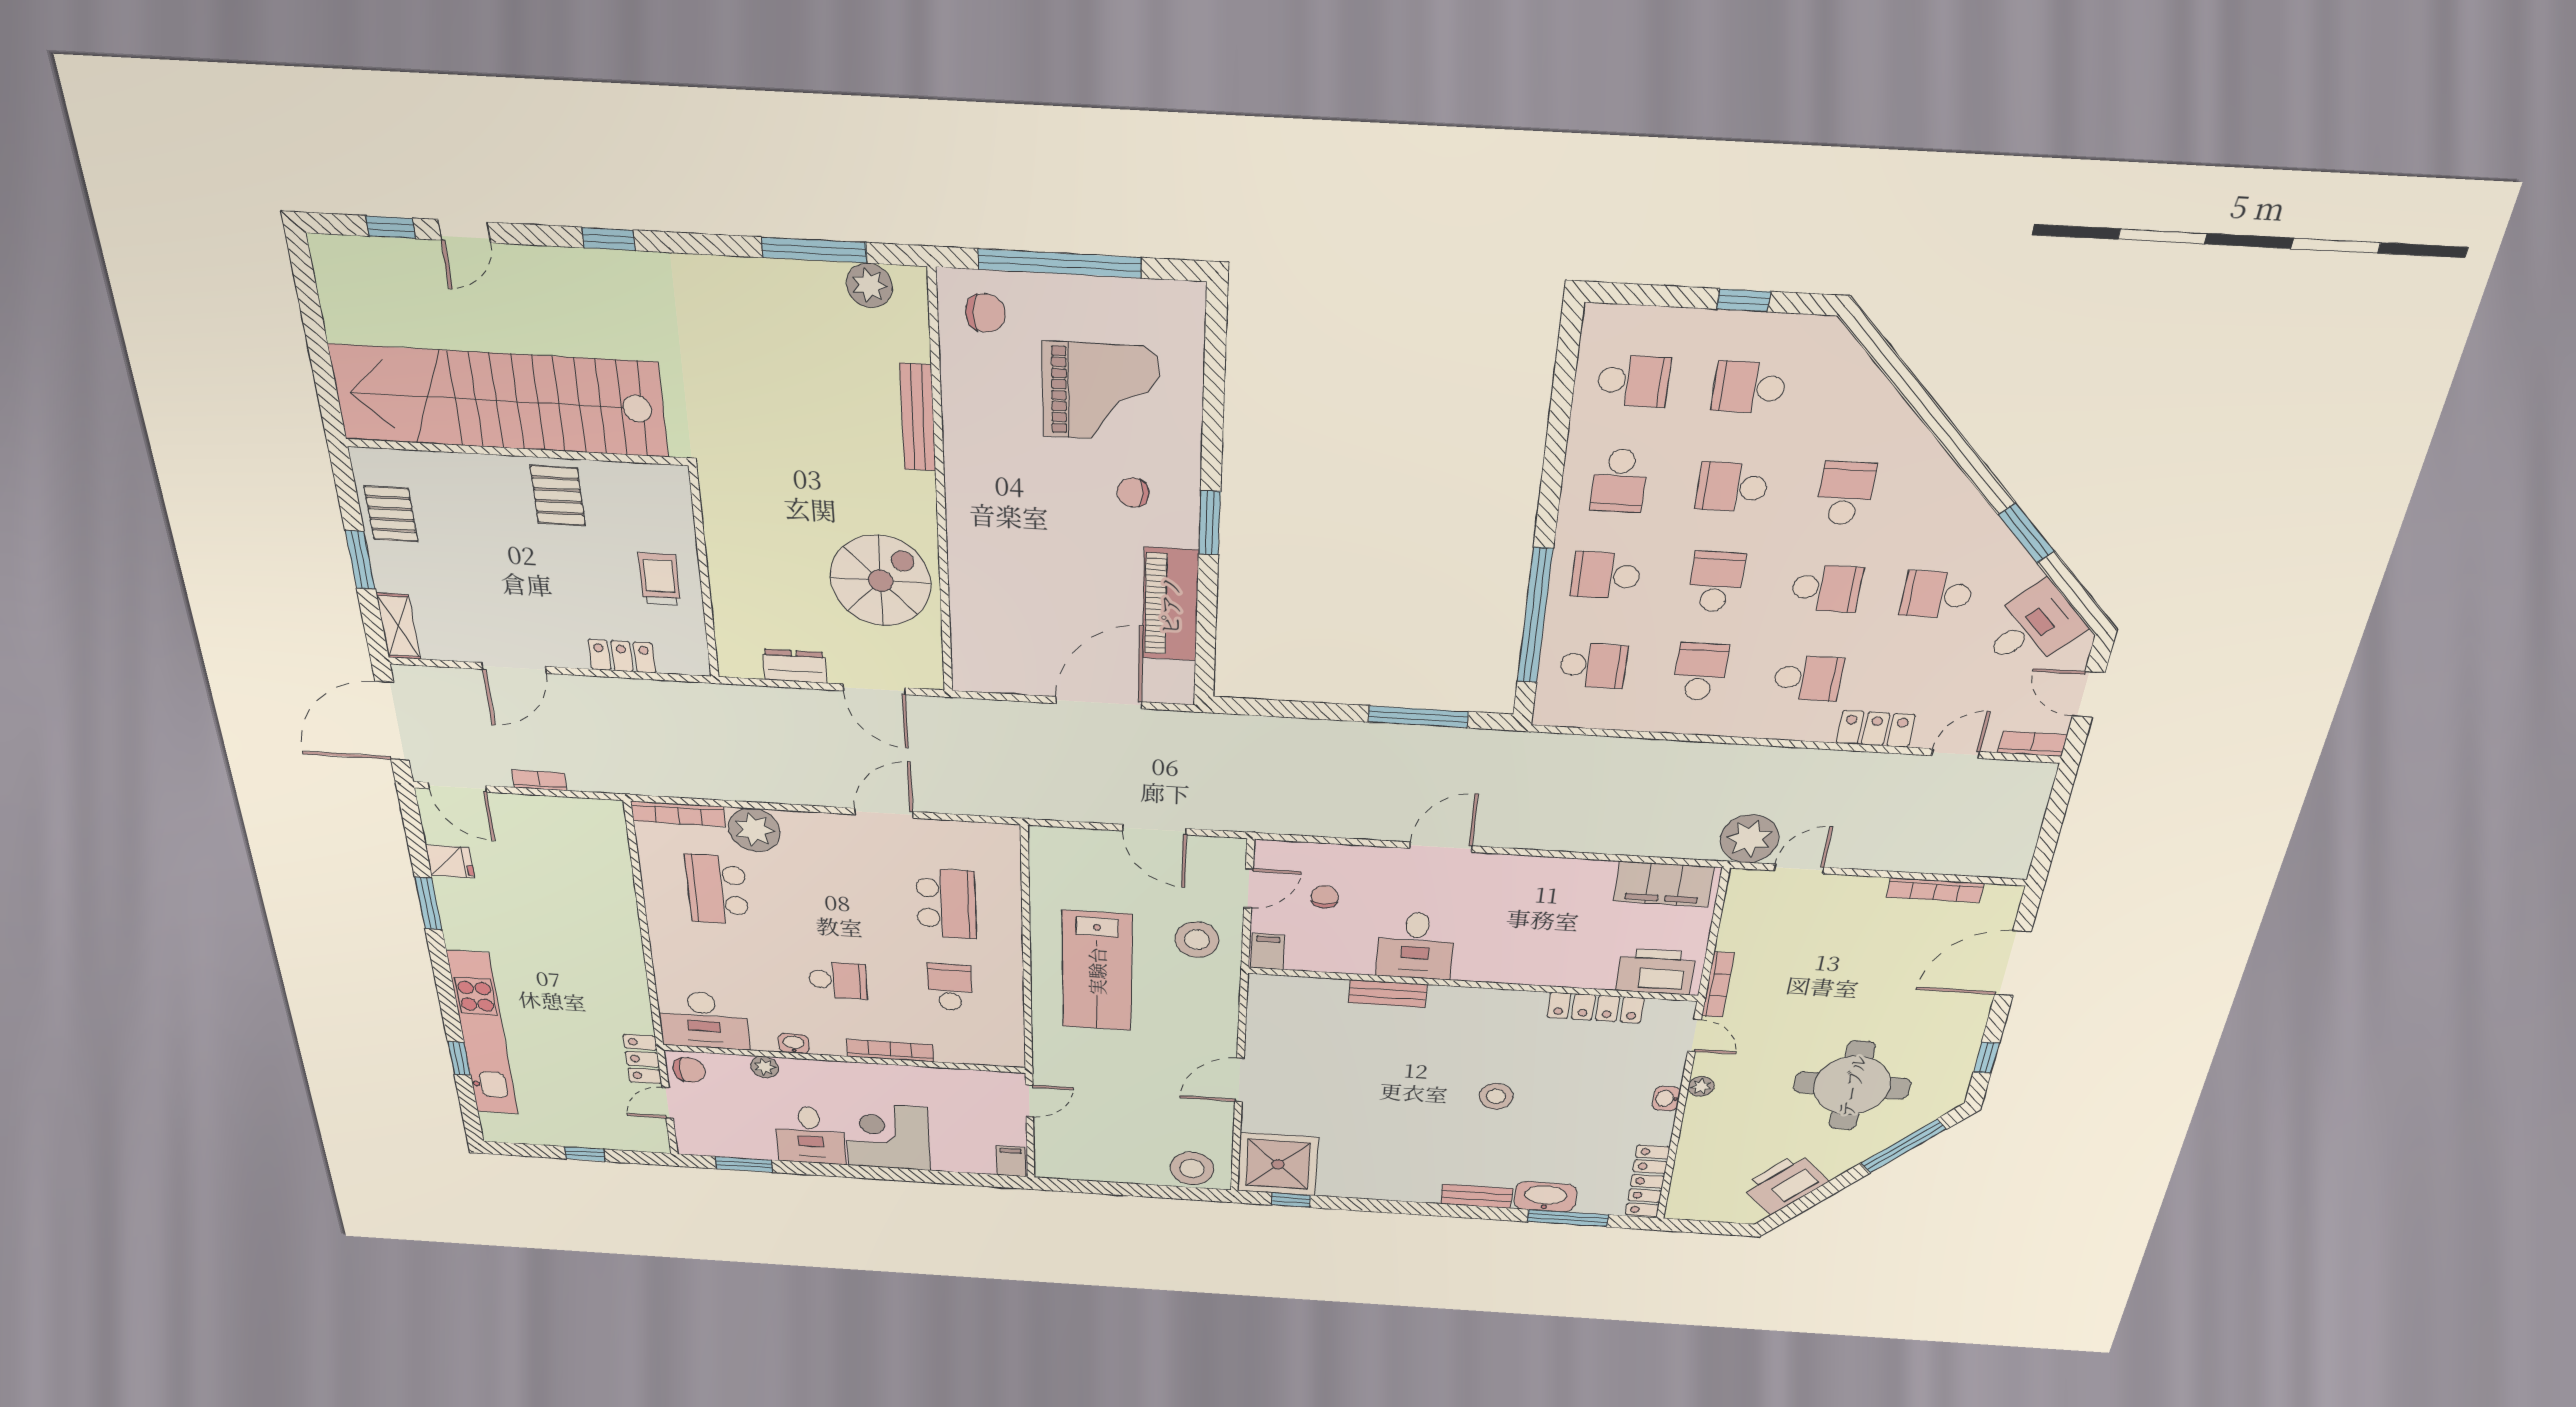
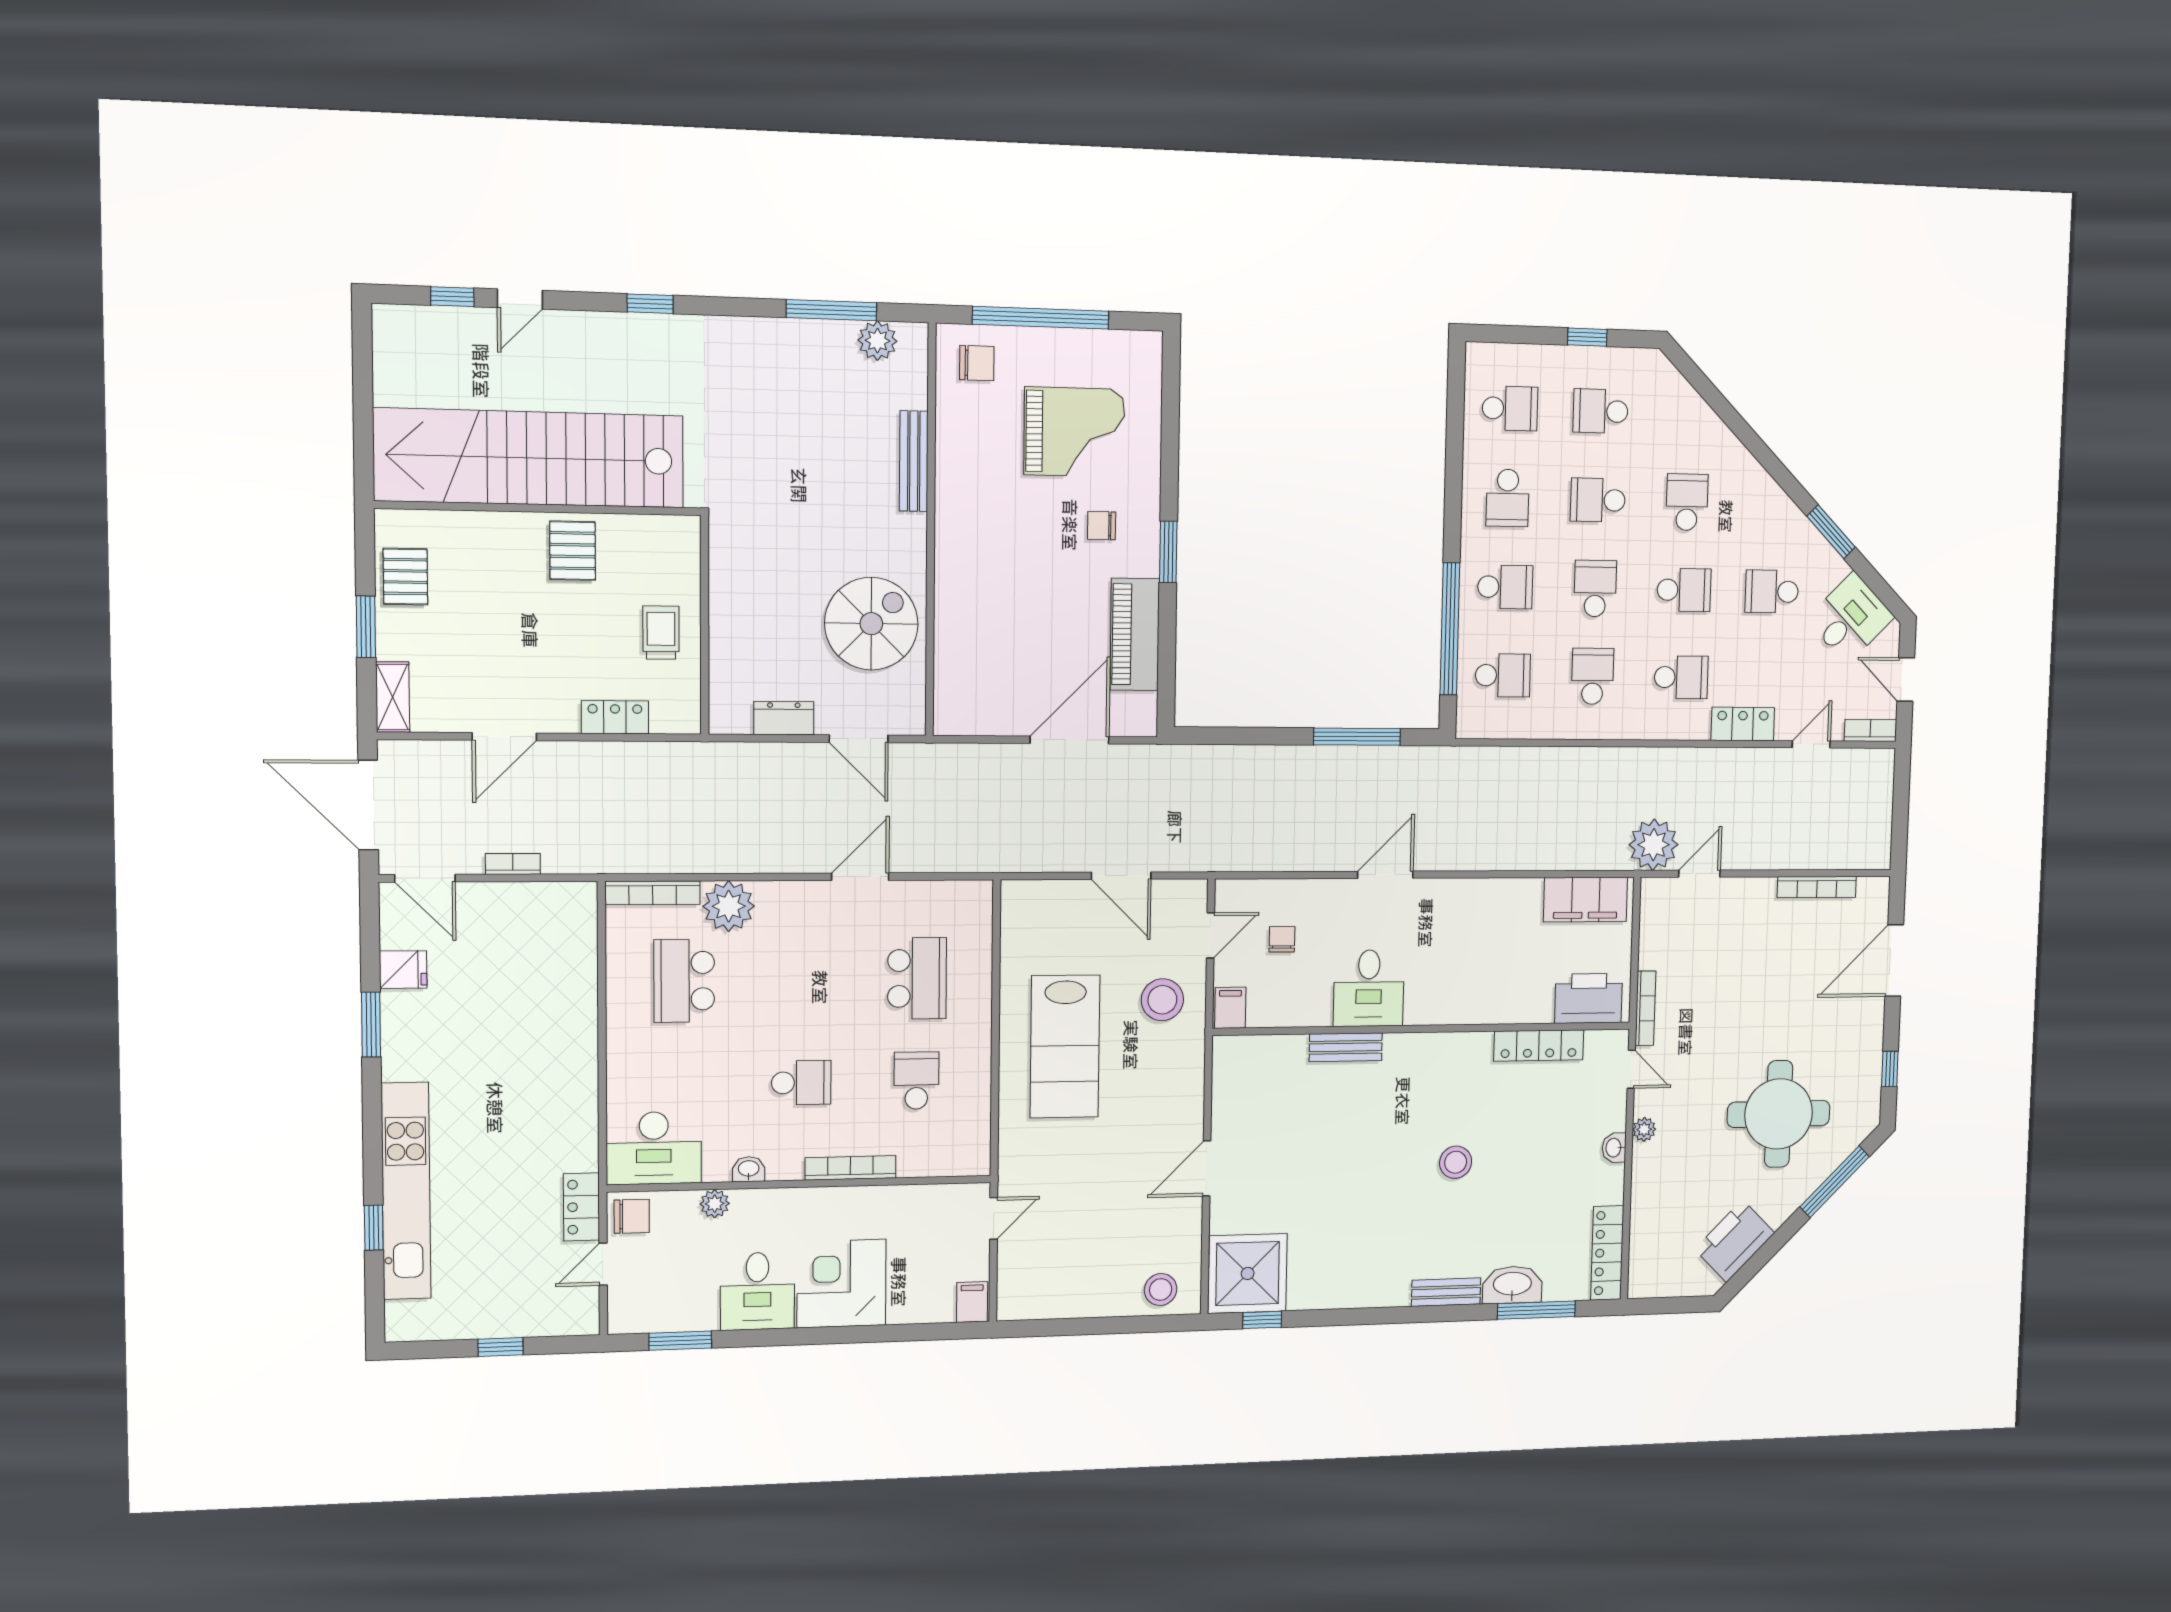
school desk: (1606, 575) -> (1505, 587), turned 180
door: (392, 721) -> (368, 805), hinge flipped
stool: (1192, 1169) -> (1161, 1289), width x0.73, depth x0.73

